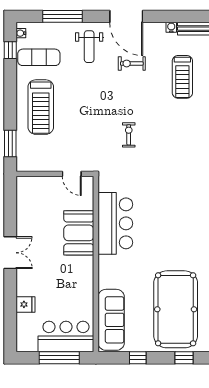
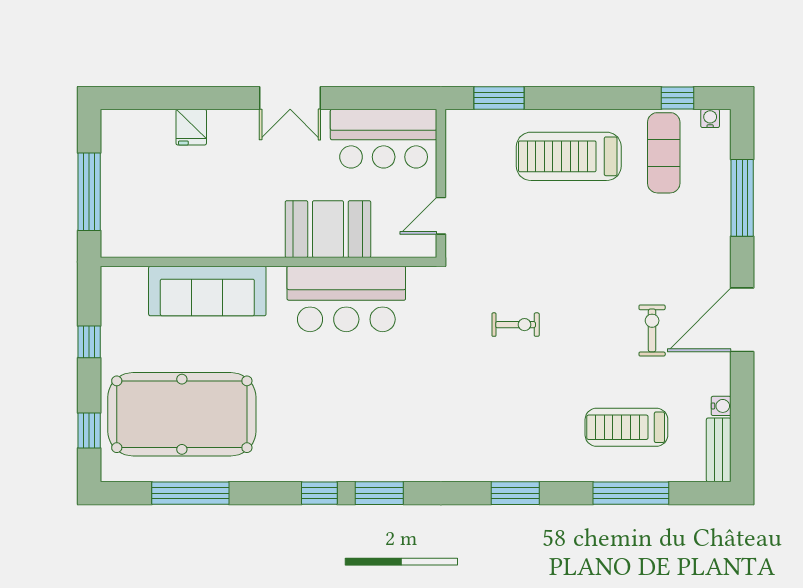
weight bench: (89, 47) -> (684, 249), removed
sofa: (111, 320) -> (207, 291), moved
bar counter: (66, 336) -> (384, 139), moved, turned 90

